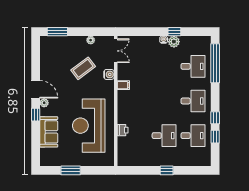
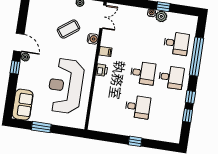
window: (215, 63) -> (196, 57), moved
printer: (123, 130) -> (102, 70), moved
sofa: (49, 132) -> (23, 105), moved
desk: (193, 136) -> (143, 73), moved

